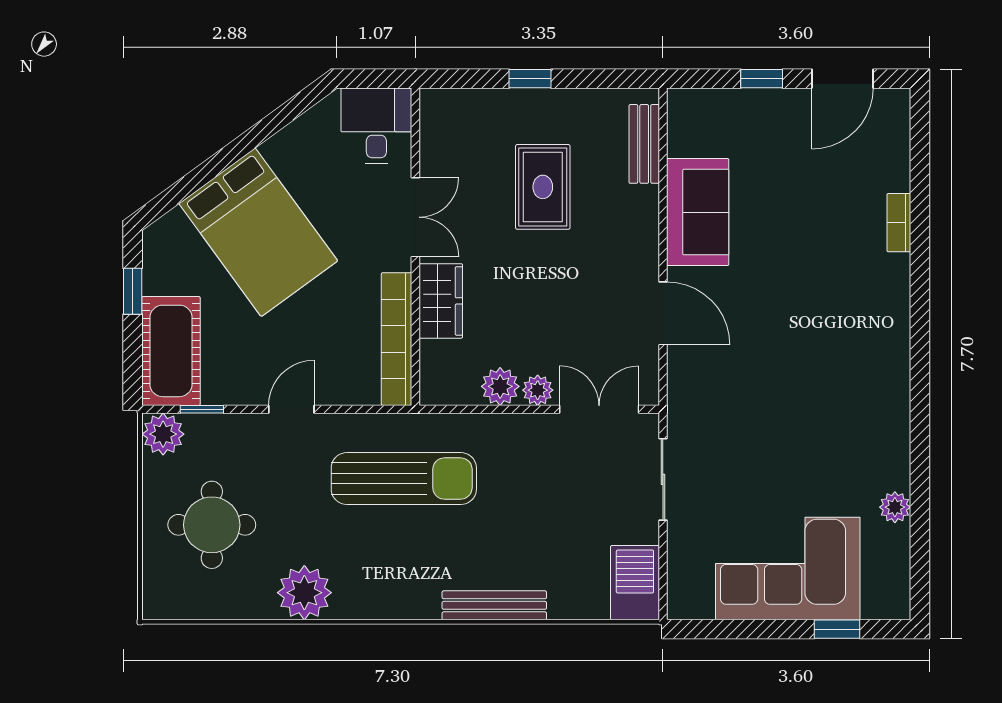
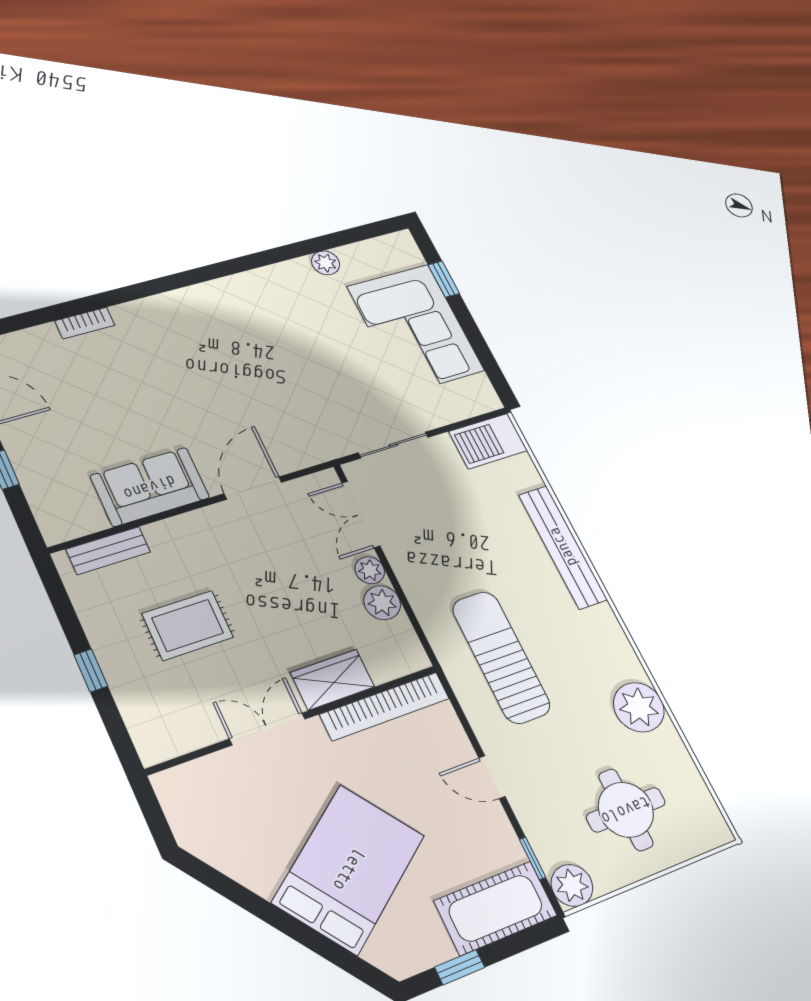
desk: (376, 126) -> (198, 796), removed
bench: (494, 605) -> (563, 547), width x1.37, depth x1.21

